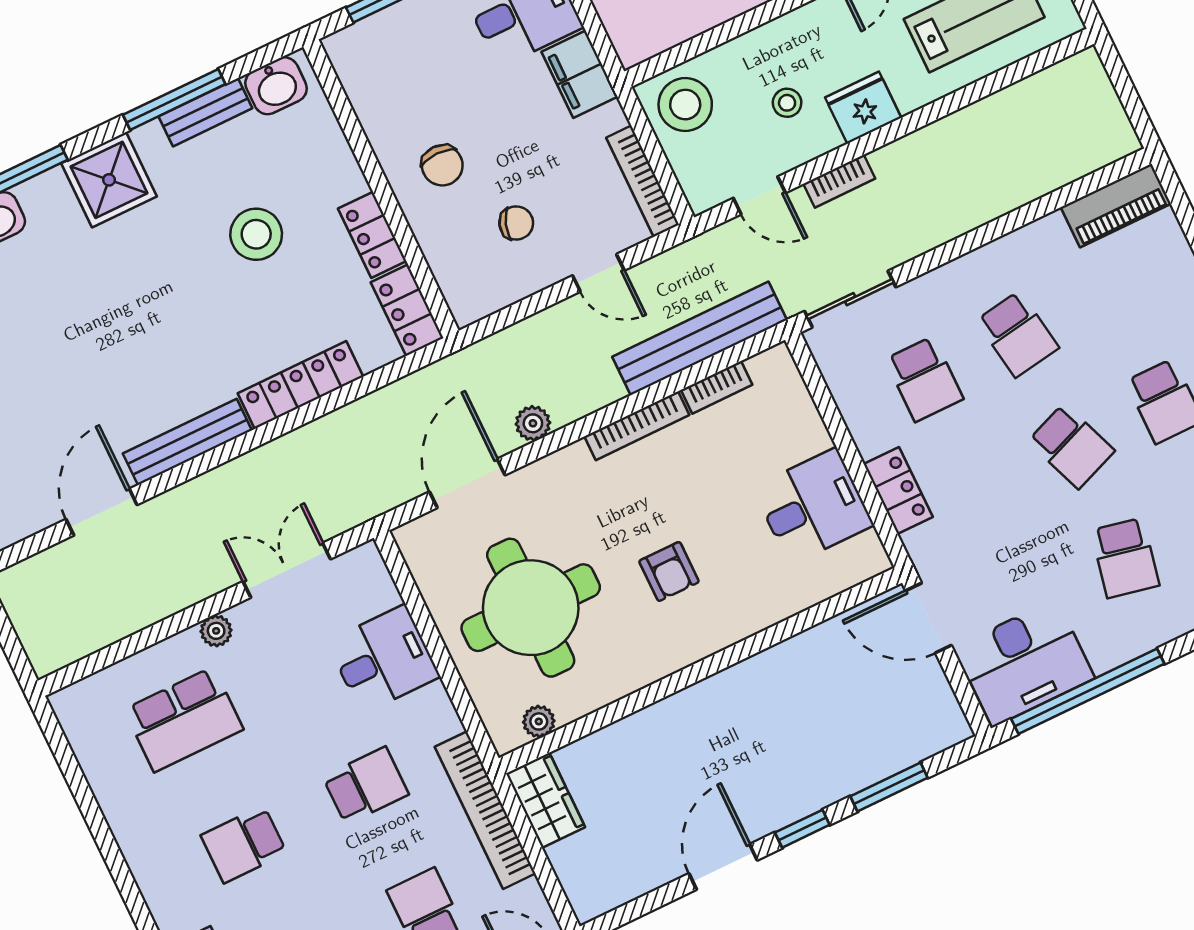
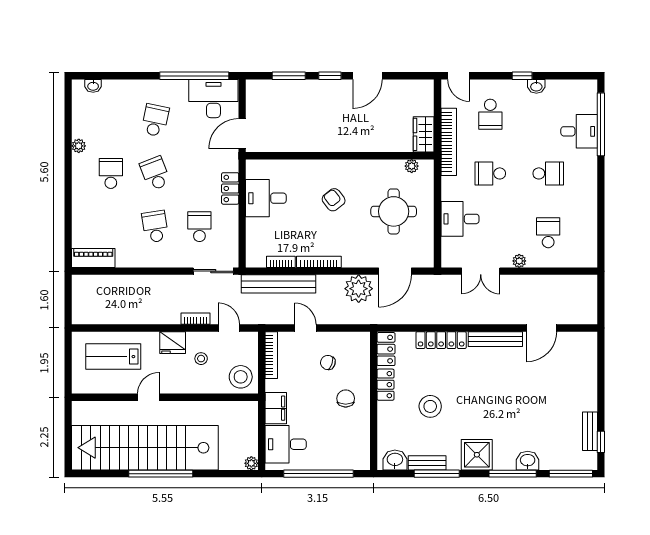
plant: (533, 423) -> (359, 289), width x1.88, depth x1.88
armchair: (669, 571) -> (334, 200), turned -38
round table: (531, 608) -> (394, 211), width x0.73, depth x0.73
door: (928, 618) -> (242, 134), swing flipped
school desk: (184, 719) -> (548, 233), width x0.54

